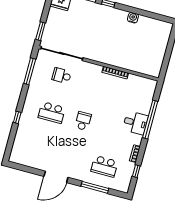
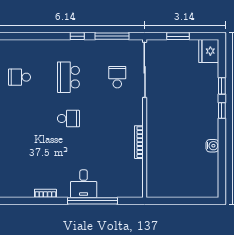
window: (40, 31) -> (178, 36), moved
window: (17, 117) -> (77, 36), moved
school desk: (104, 166) -> (20, 77), moved, width x0.54
window: (136, 171) -> (24, 201), removed

